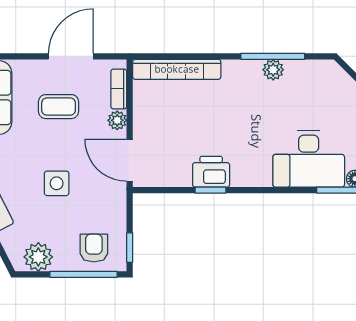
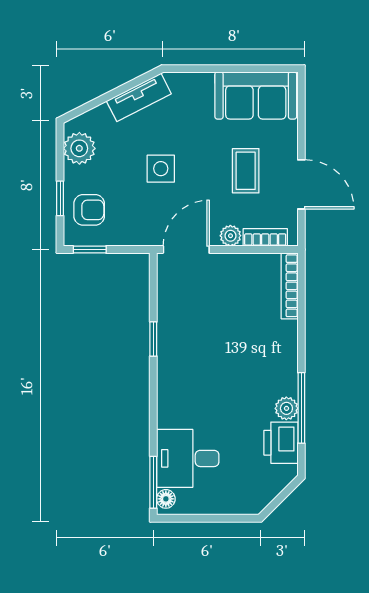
bookcase: (177, 69) -> (290, 286), width x0.68, depth x0.76
desk: (309, 159) -> (188, 458), width x0.73
printer: (211, 172) -> (281, 443), moved, turned 180
window: (83, 274) -> (60, 198), width x0.46

